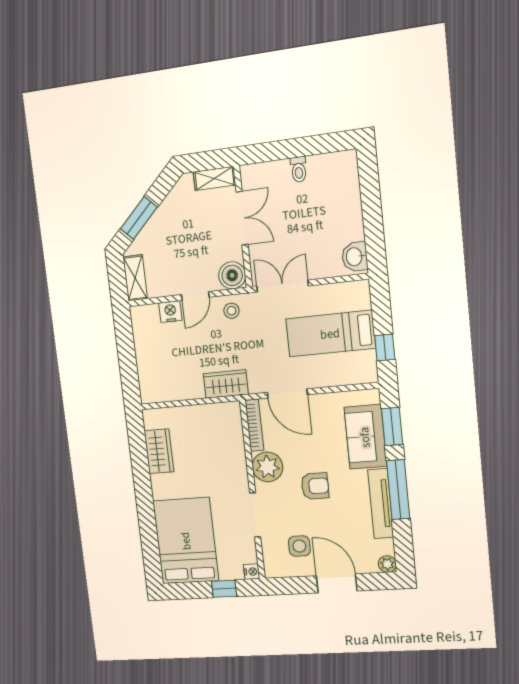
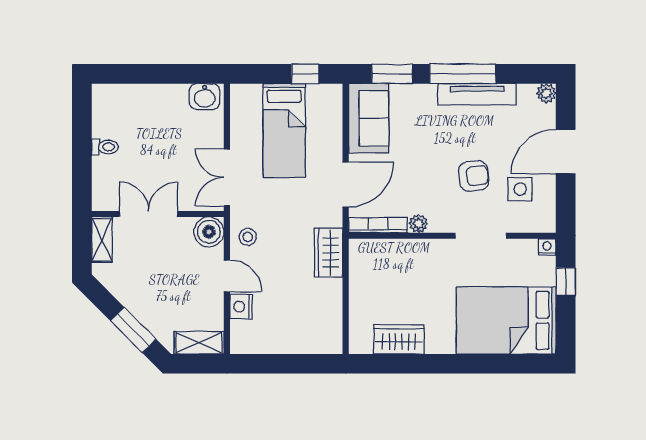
sofa: (365, 437) -> (369, 118), moved, turned -90
plant: (267, 467) -> (419, 224), width x0.53, depth x0.53
armchair: (315, 486) -> (474, 176), moved, turned 83

